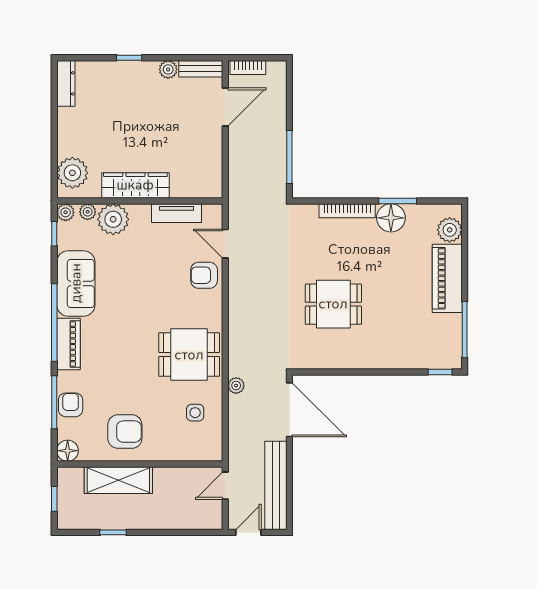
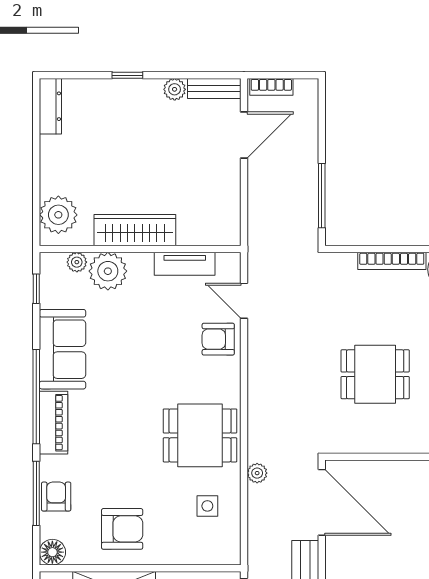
plant: (66, 212) -> (50, 263), removed

